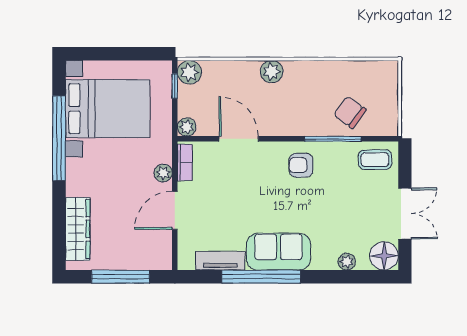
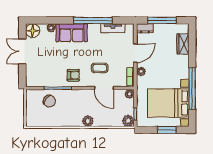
window: (110, 54) -> (167, 130), added
coffee table: (375, 160) -> (100, 68), moved
wardrobe: (78, 229) -> (183, 44), width x0.67
sofa: (278, 252) -> (72, 33), moved
dresser: (155, 261) -> (145, 28), added

